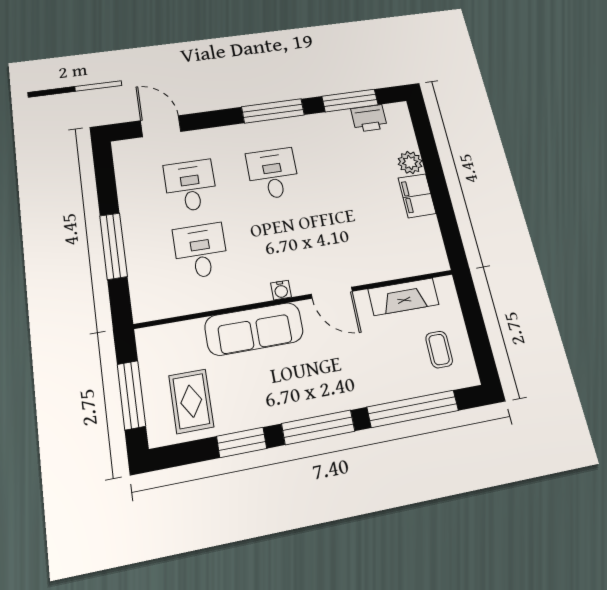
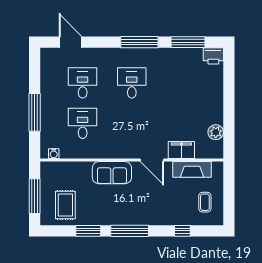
printer: (369, 118) -> (213, 56), moved
plant: (410, 162) -> (216, 132), moved
filing cabinet: (417, 196) -> (181, 150), moved, turned 90
water cooler: (281, 290) -> (54, 154), moved
sofa: (254, 329) -> (112, 173), width x0.73
window: (413, 409) -> (182, 231), width x0.32

